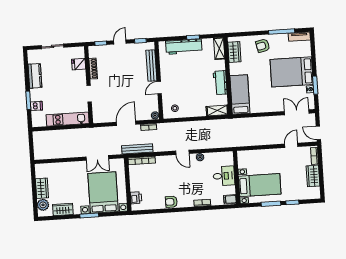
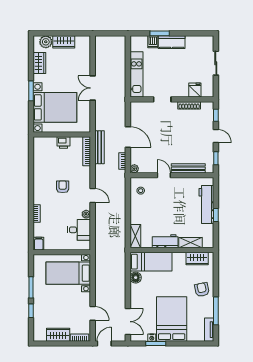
shelving: (219, 48) -> (190, 243), moved
kitchen counter: (35, 76) -> (172, 42), moved
floor lamp: (256, 108) -> (136, 278), added
door: (182, 152) -> (93, 196), swing flipped
double door: (97, 158) -> (93, 88), moved
desk: (224, 176) -> (79, 230), moved, turned -90
bed with nightstands: (260, 185) -> (68, 273), moved, turned 90
printer: (136, 198) -> (63, 143), moved
armchair: (171, 202) -> (63, 187), moved

